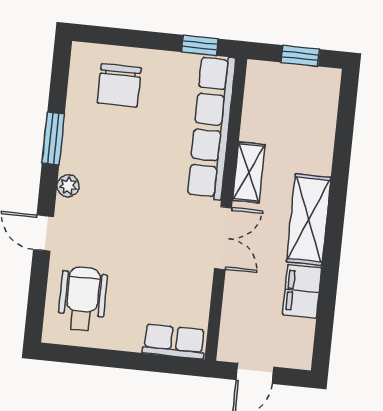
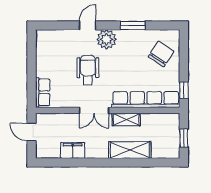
chair: (119, 85) -> (161, 54), turned 123
plant: (68, 186) -> (107, 39), width x1.88, depth x1.88
shelving: (309, 220) -> (130, 150), moved
wheelchair: (82, 299) -> (88, 70), moved, turned -90

